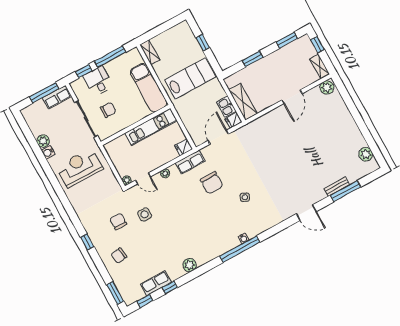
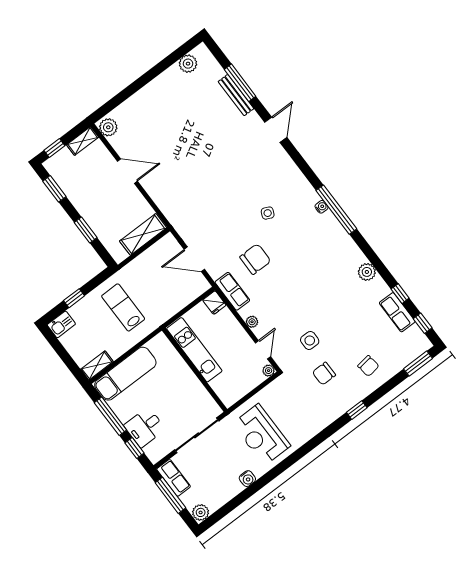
lab bench: (190, 78) -> (123, 307), width x0.73, depth x0.72
exam couch: (149, 88) -> (125, 374), moved
kitchen sink: (226, 107) -> (61, 324), moved
chair: (108, 110) -> (180, 408), removed
fridge: (234, 120) -> (169, 243), removed
plant: (43, 141) -> (201, 512), moved
bench: (337, 187) -> (236, 95), width x1.36

